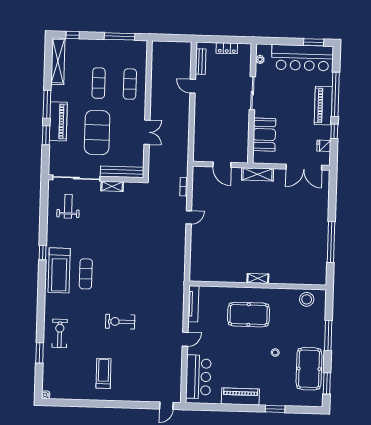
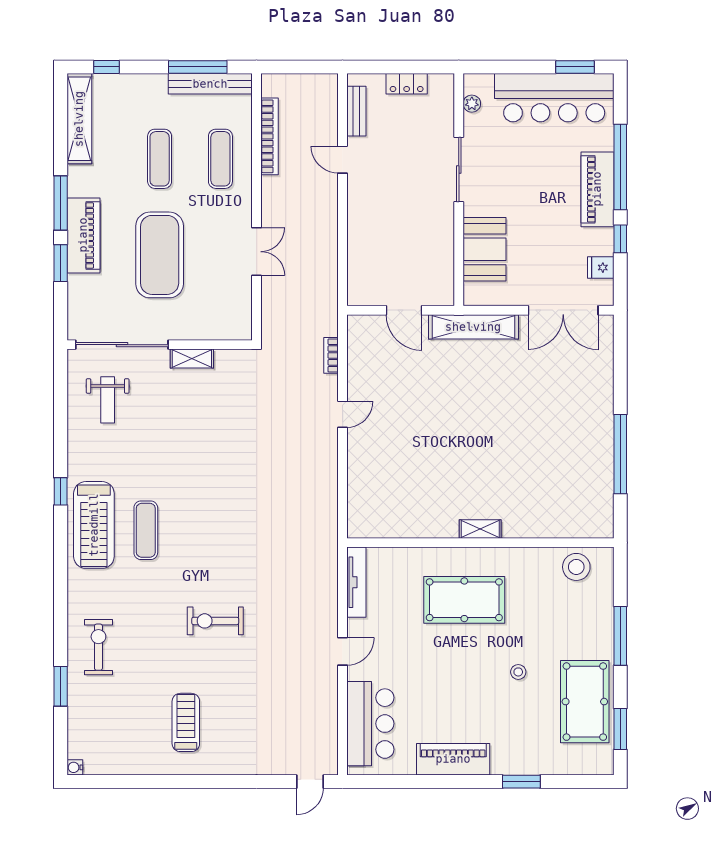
bookcase: (155, 73) -> (270, 136), added
bench: (122, 172) -> (210, 84), moved
shelving: (257, 174) -> (473, 327), width x1.47
weight bench: (68, 206) -> (108, 400), turned 180

